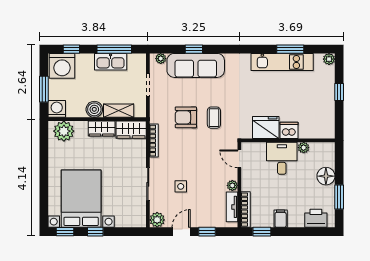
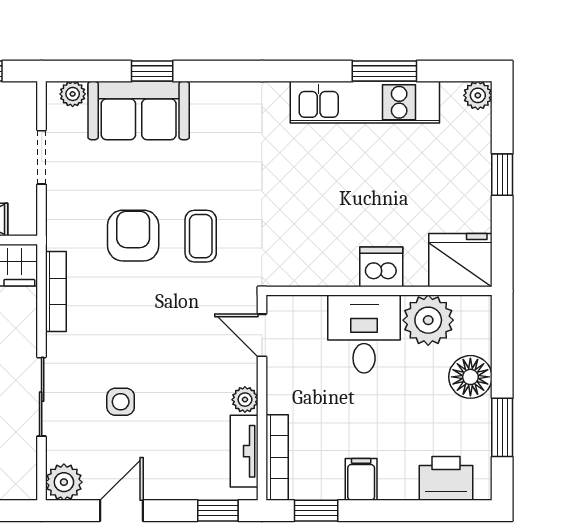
sofa: (196, 65) -> (139, 110), width x0.73
armchair: (186, 117) -> (133, 236), turned 90
fridge: (266, 128) -> (460, 260), moved
plant: (304, 148) -> (428, 320), width x1.88, depth x1.88
window: (207, 232) -> (218, 511), moved

